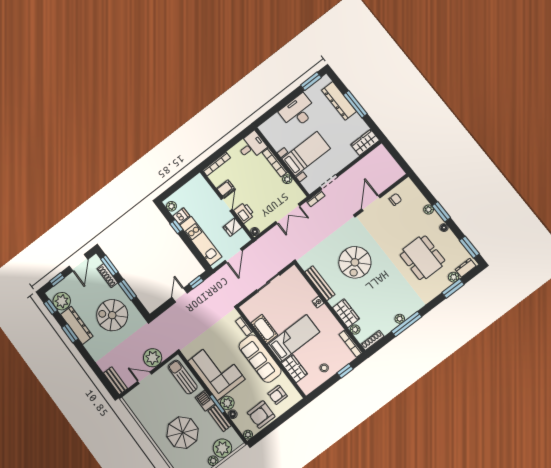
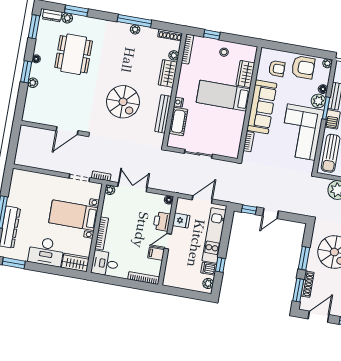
wardrobe: (365, 142) -> (75, 262), moved, turned 180
plant: (287, 179) -> (110, 190), moved
chair: (395, 199) -> (48, 115), removed
spiral stairs: (355, 262) -> (123, 102), turned 90
cot: (264, 329) -> (178, 121), moved

